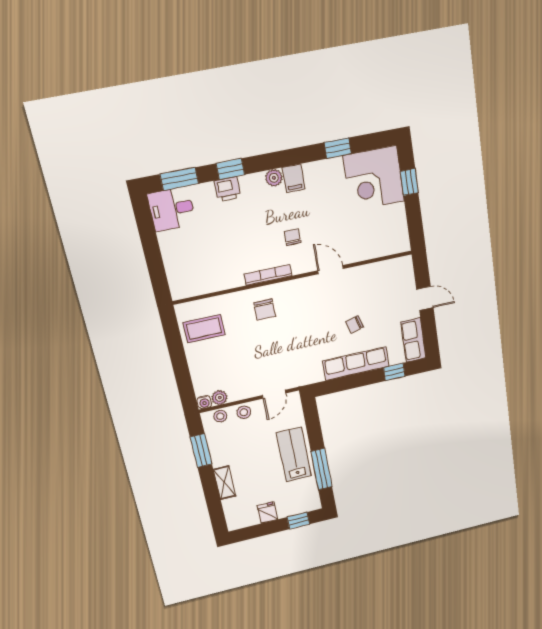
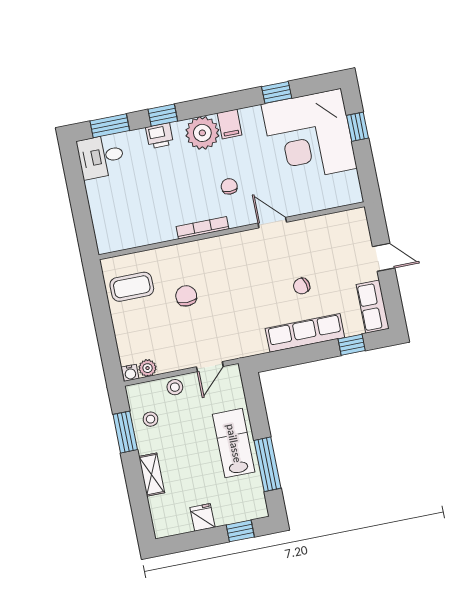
plant: (274, 178) -> (202, 133), width x1.87, depth x1.87
corner desk: (374, 179) -> (309, 136), width x1.36, depth x1.36
chair: (265, 310) -> (186, 296), moved, turned 180
stool: (220, 416) -> (150, 419), moved

